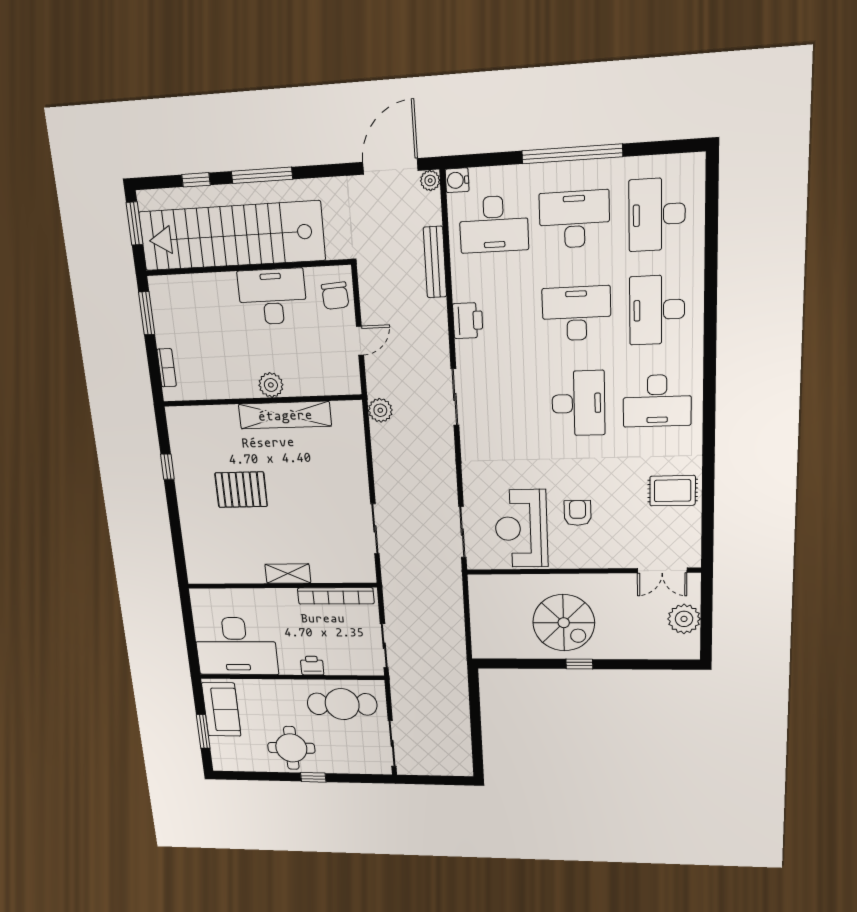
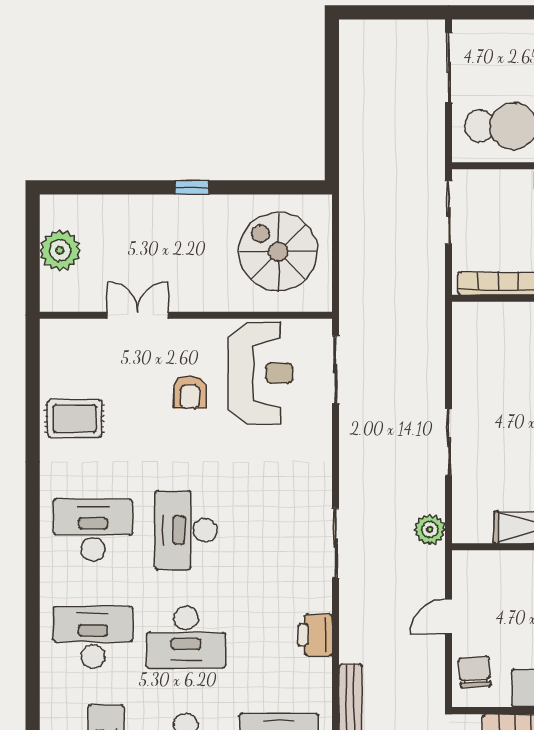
desk: (657, 310) -> (93, 637), turned -90
sliding door: (375, 529) -> (449, 442), moved
double door: (662, 571) -> (138, 315), moved
spiral stairs: (564, 623) -> (278, 252), moved

